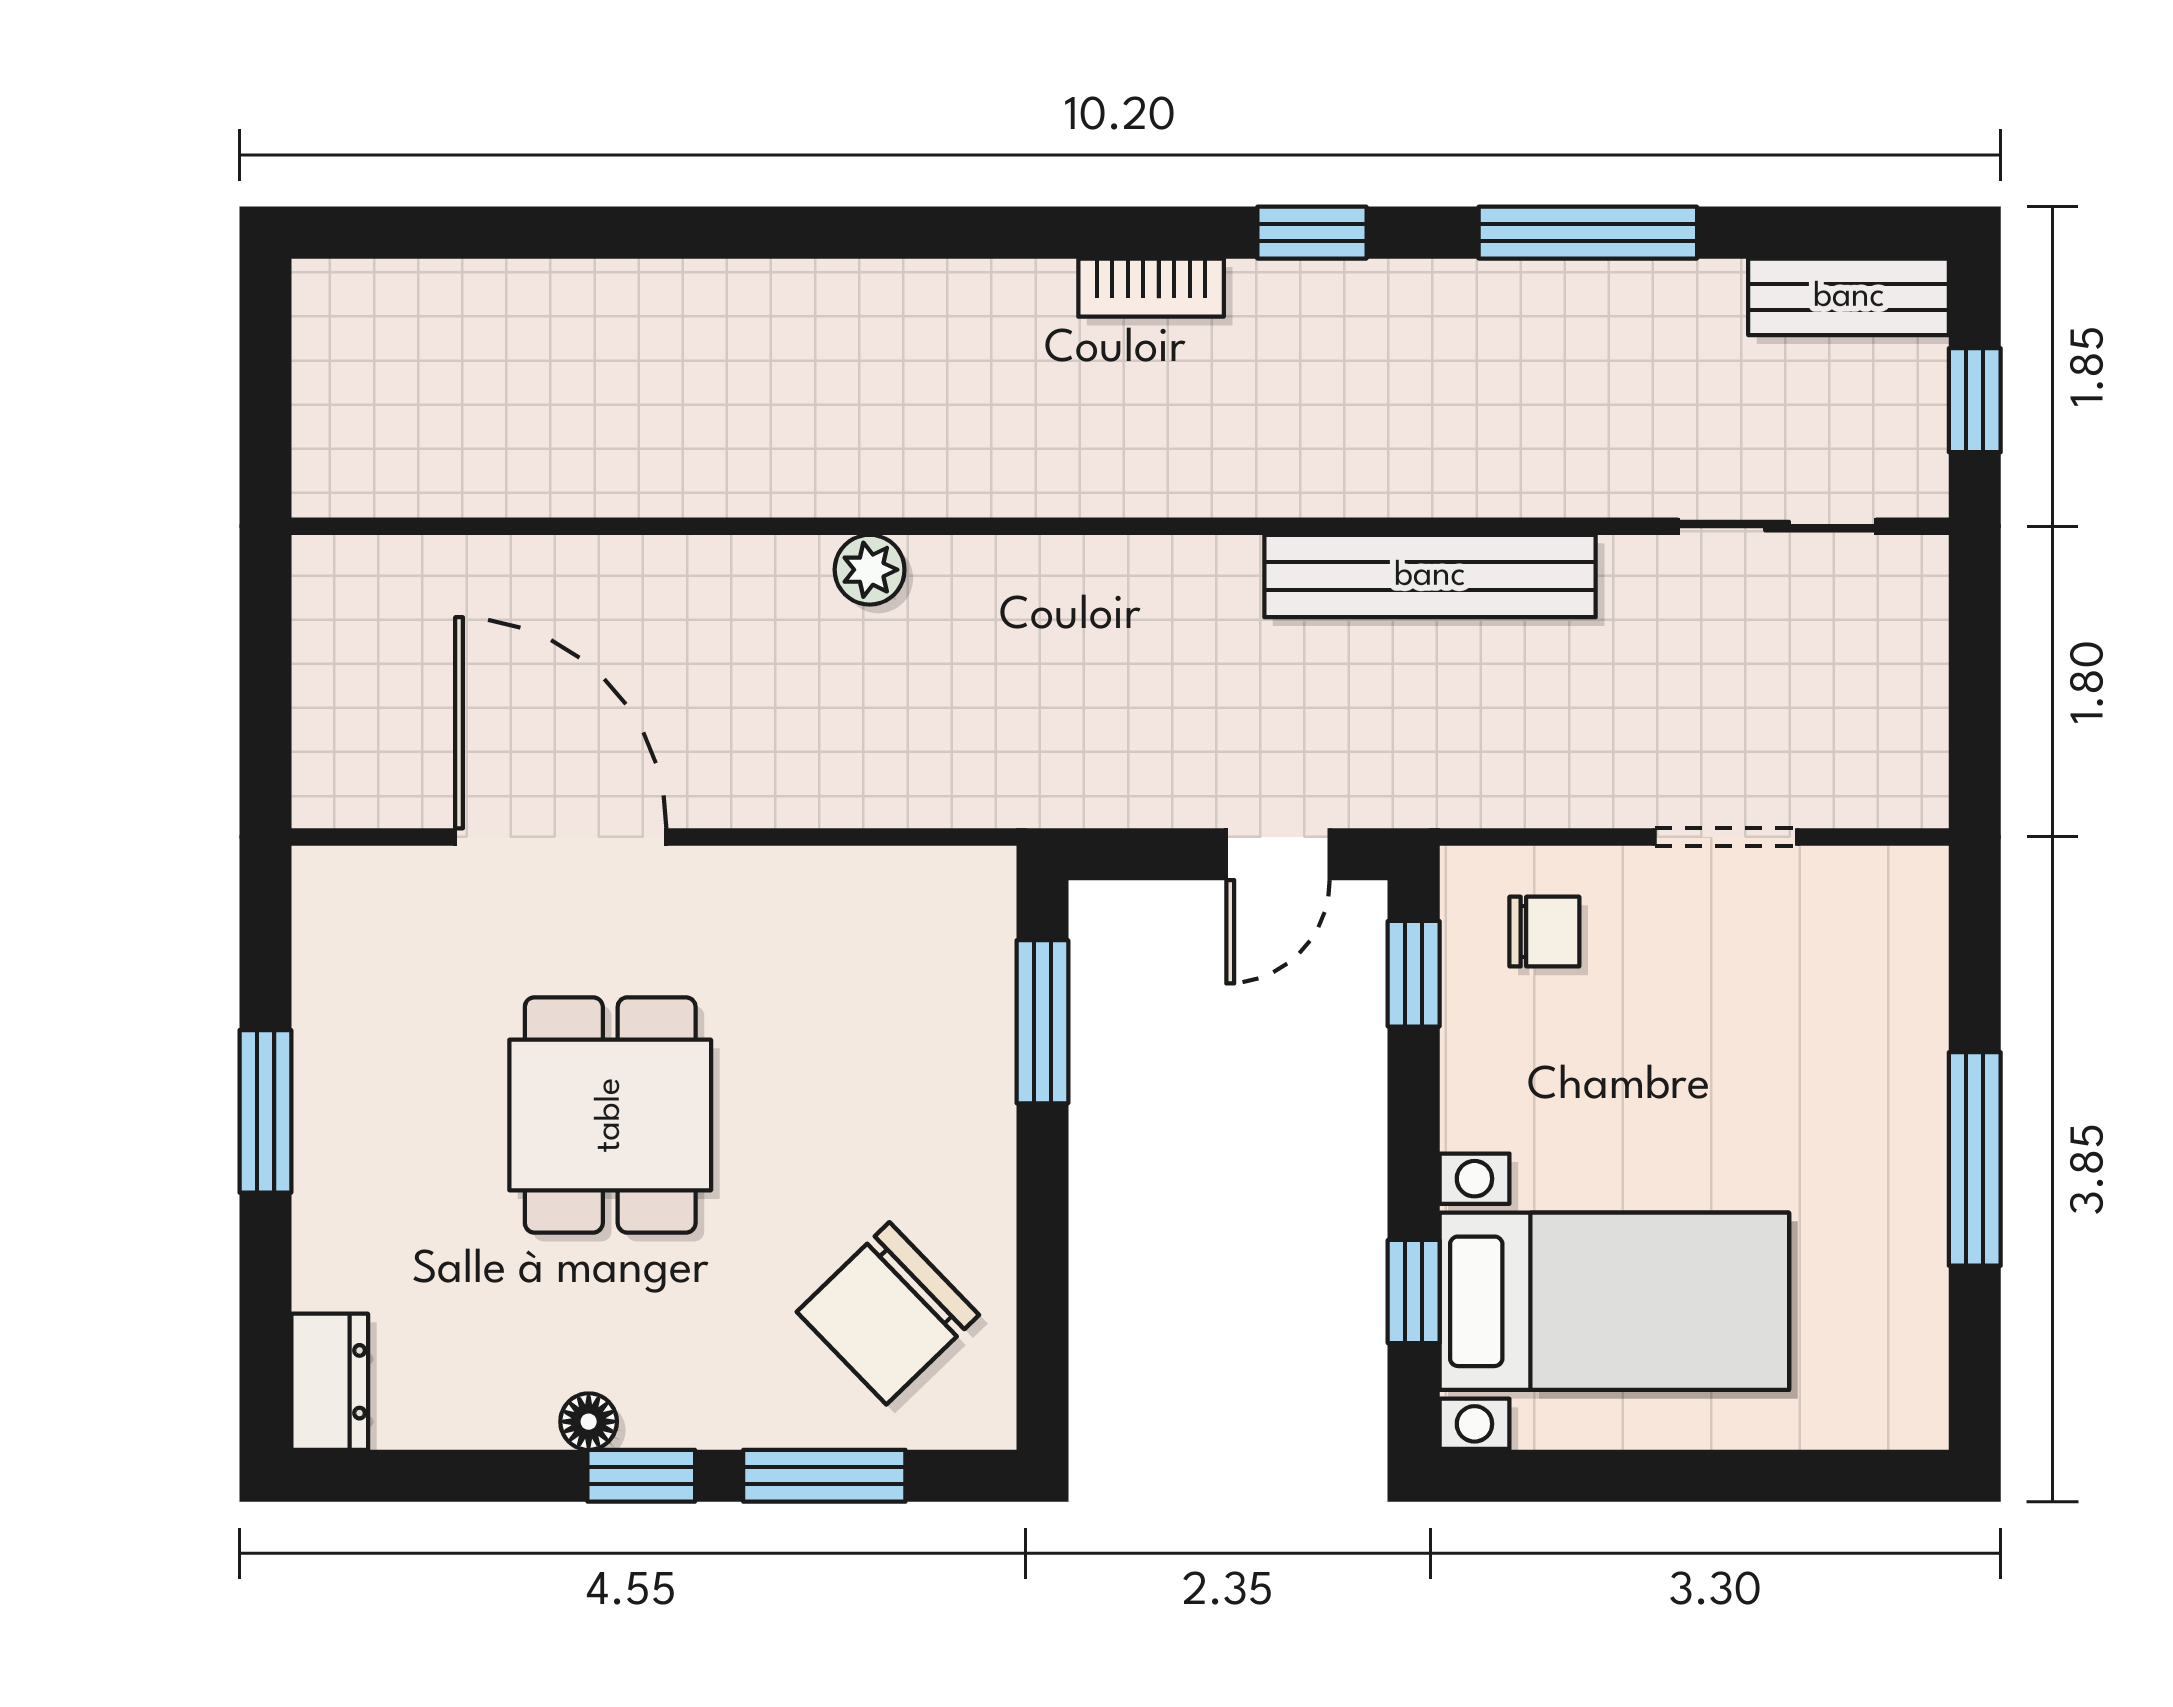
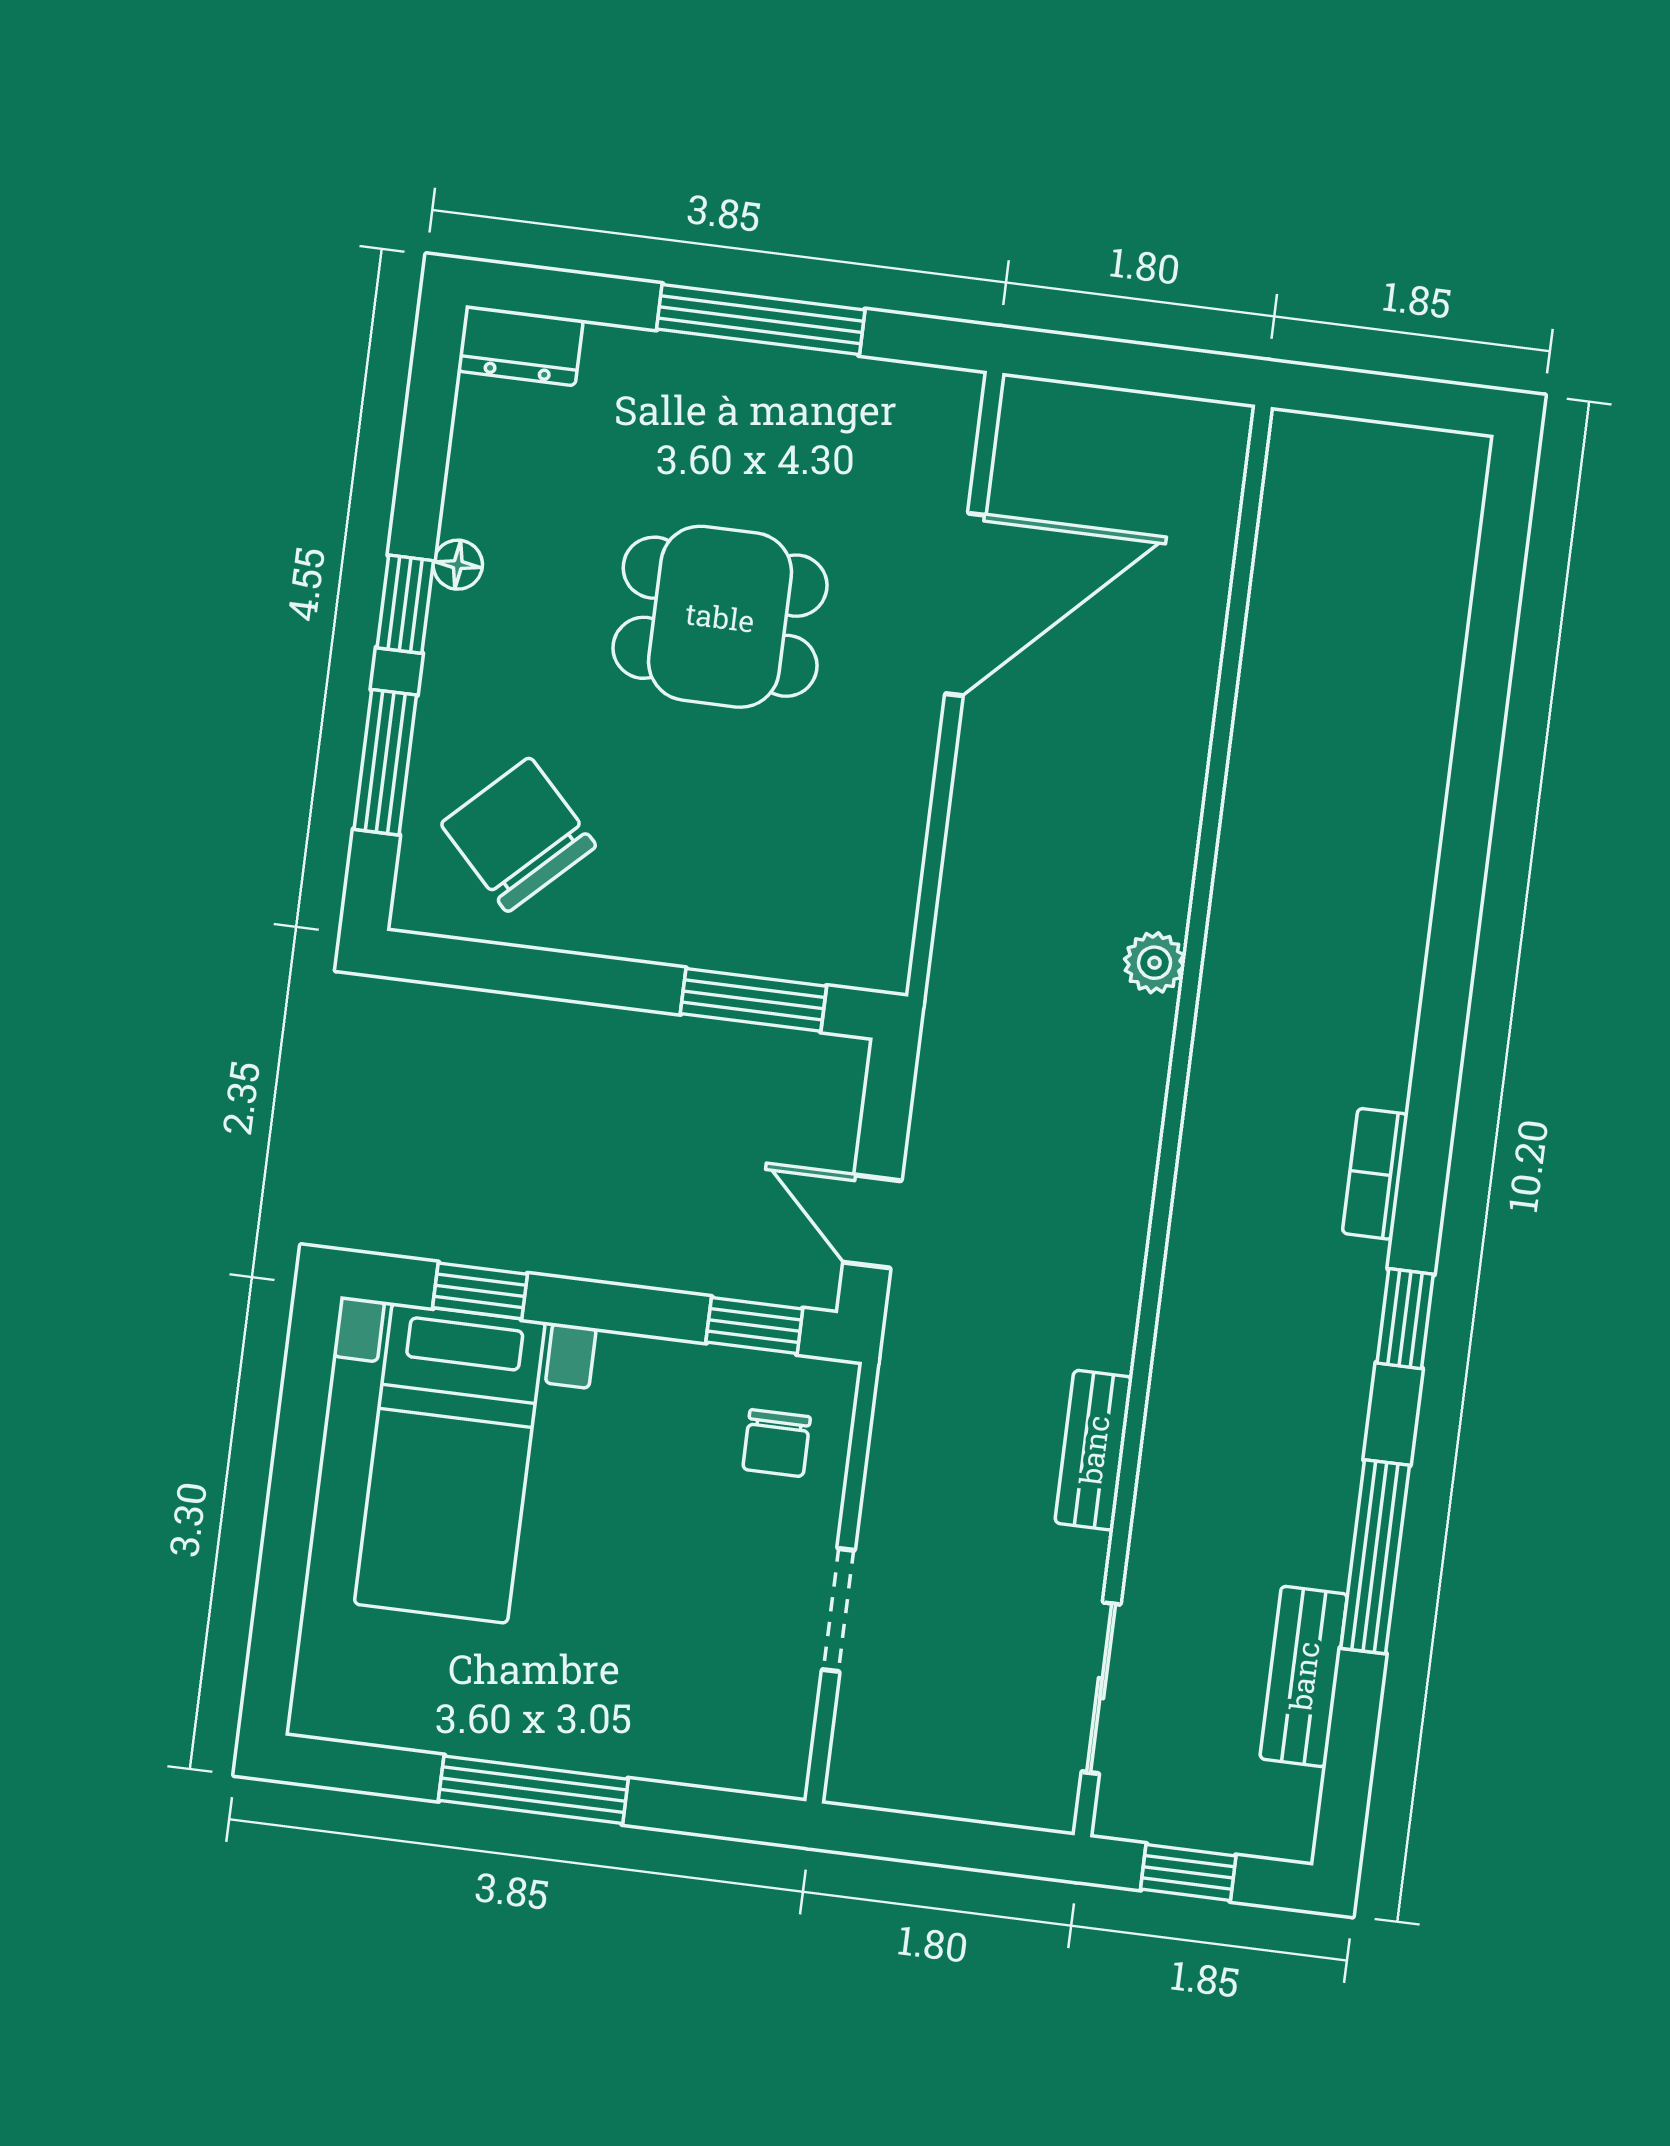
bench: (1849, 297) -> (1304, 1676), moved
plant: (870, 570) -> (1154, 963), moved
bench: (1430, 576) -> (1094, 1450), width x0.54, depth x0.82
window: (265, 1111) -> (761, 320), width x1.44

